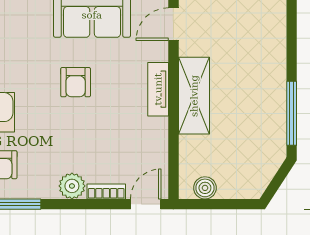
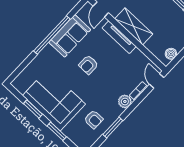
armchair: (76, 82) -> (88, 65), turned 90
tv unit: (158, 89) -> (119, 37), width x1.41

